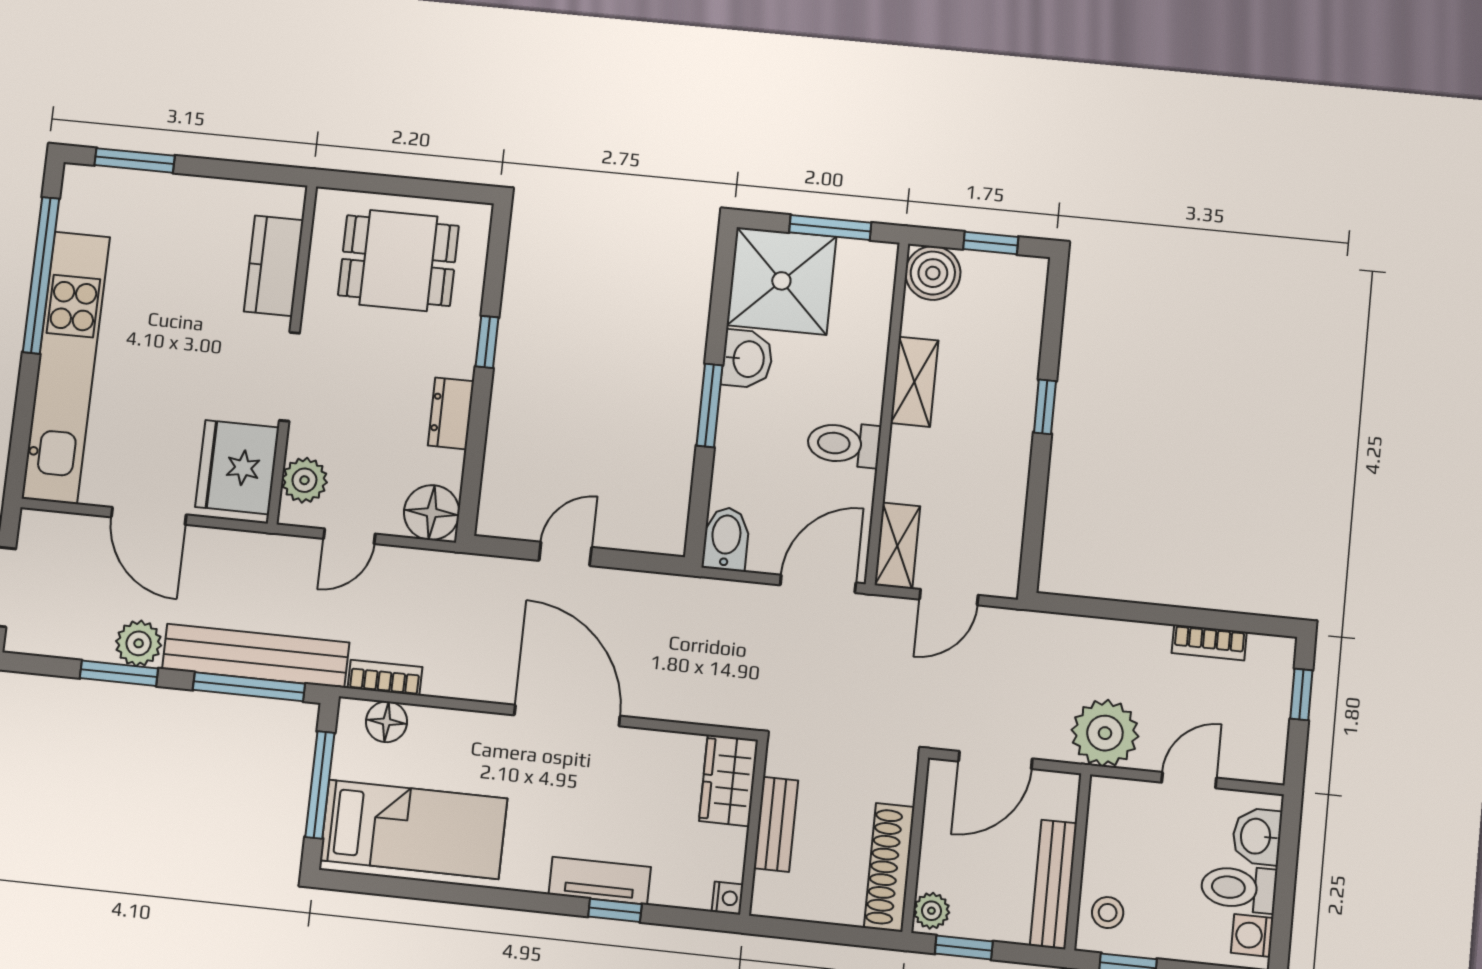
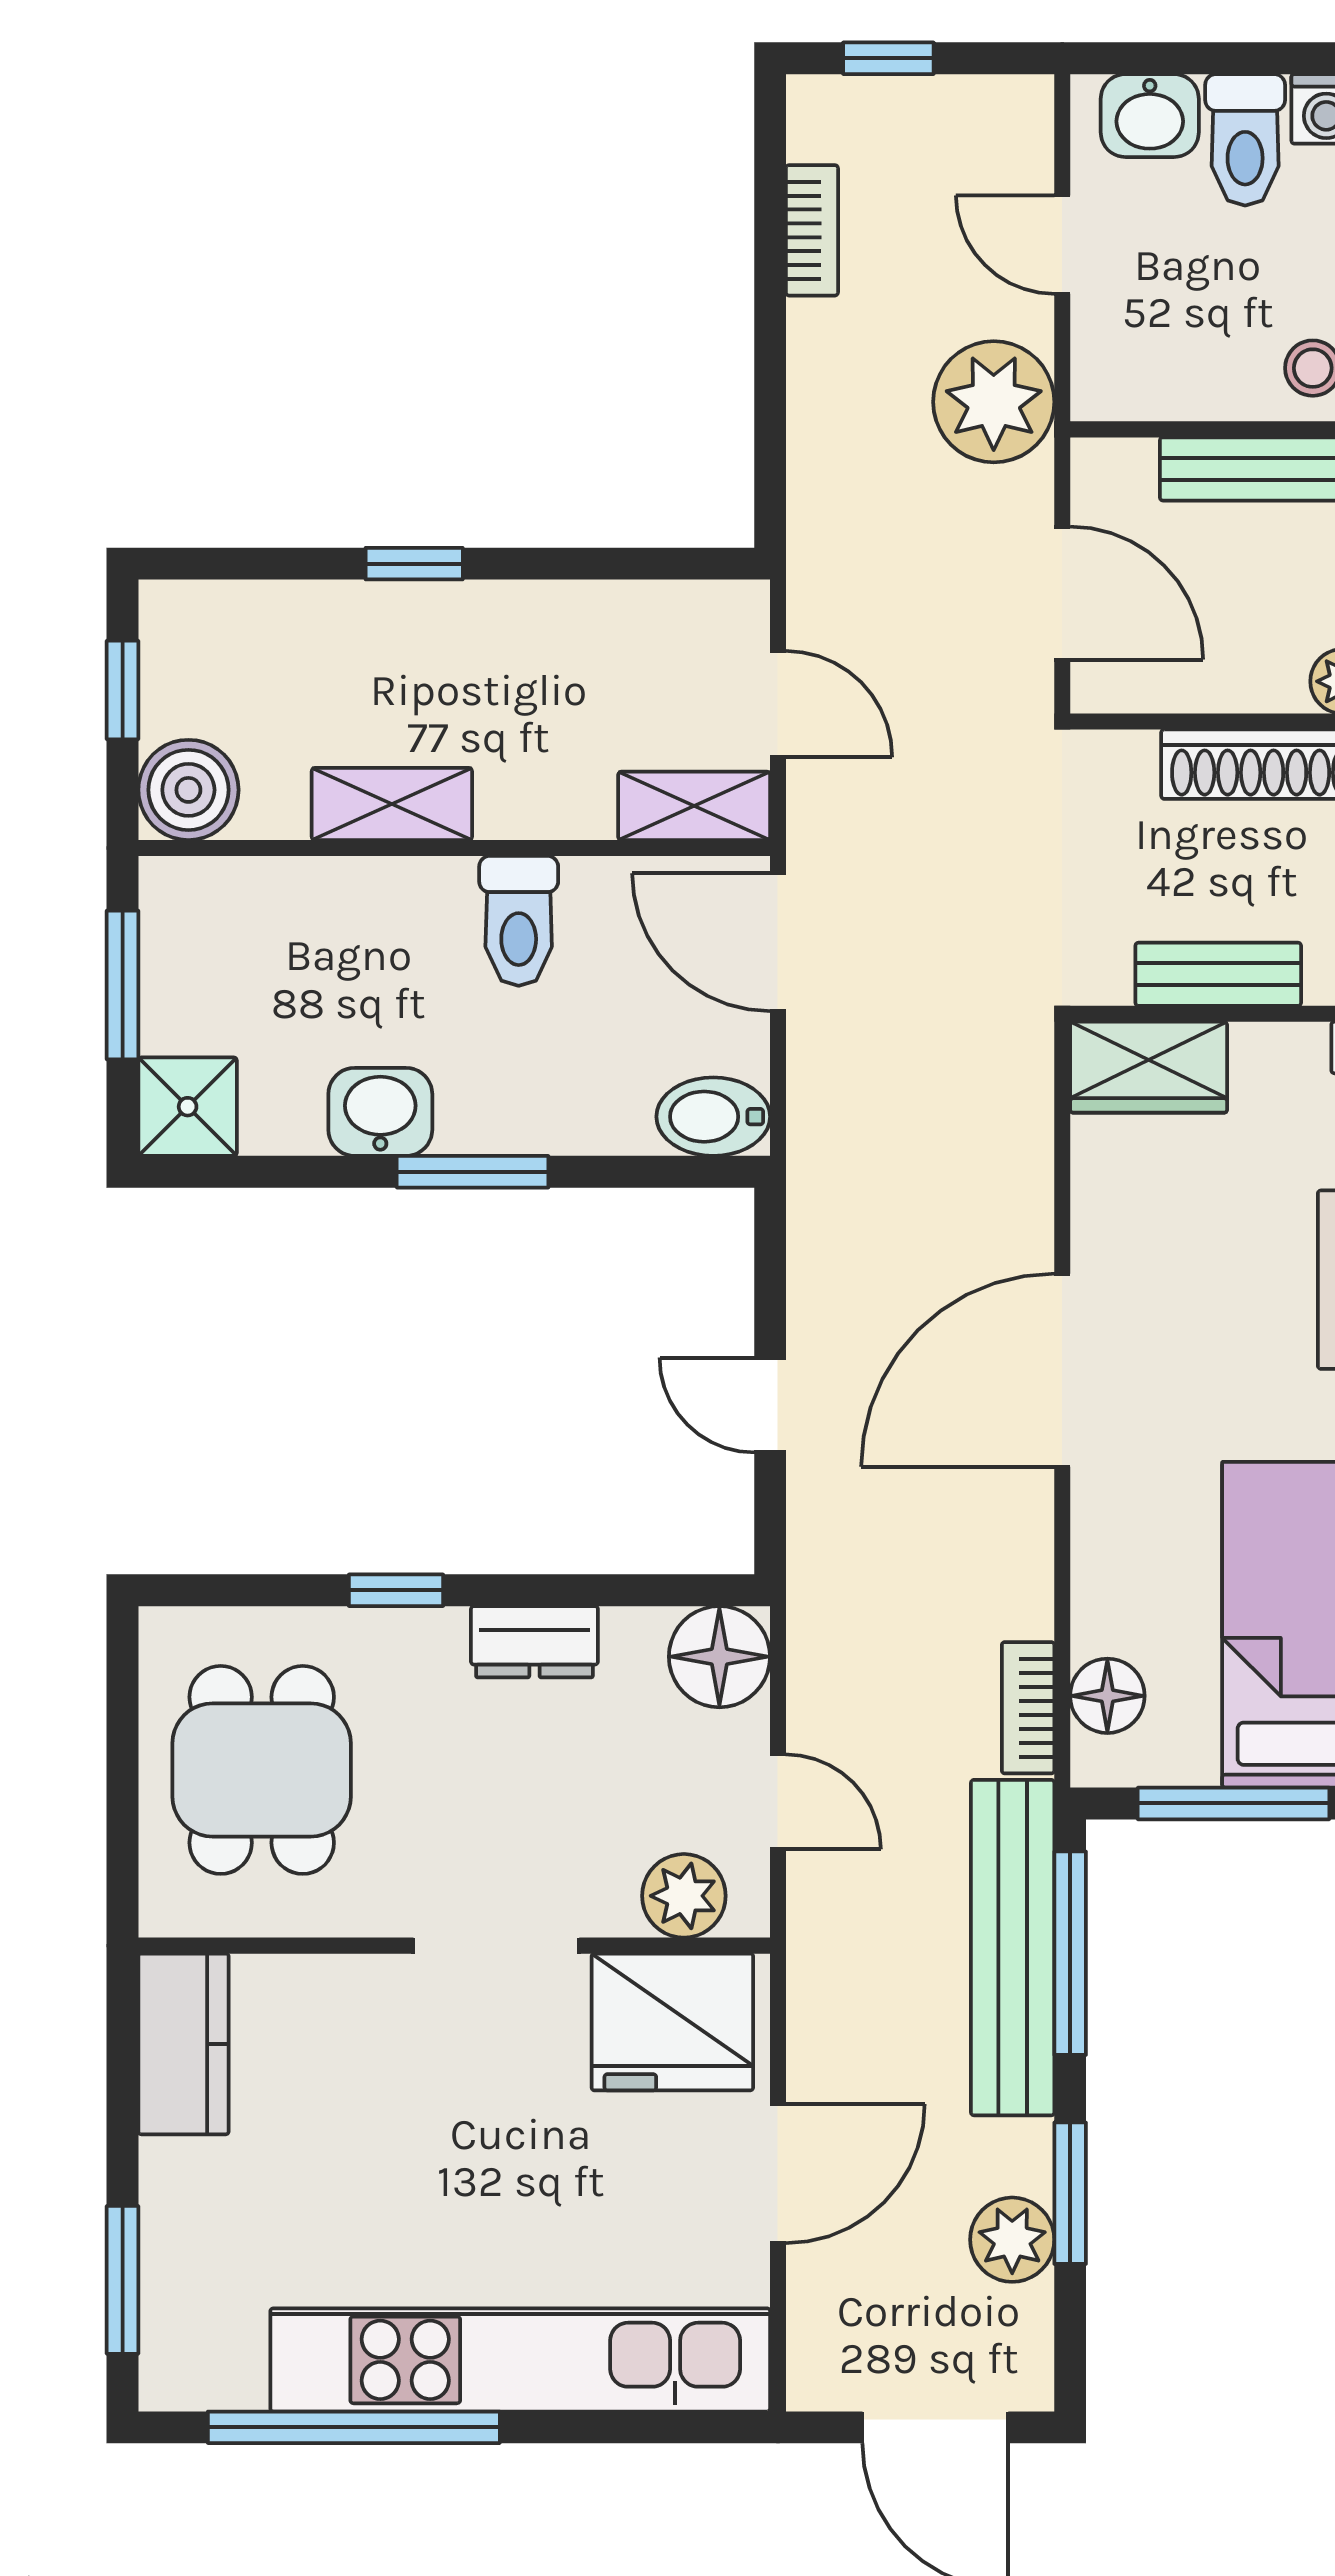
kitchen counter: (274, 266) -> (184, 2044), moved, turned -90
shower: (781, 281) -> (188, 1107), width x0.54, depth x0.54
plant: (139, 643) -> (1012, 2240), moved

